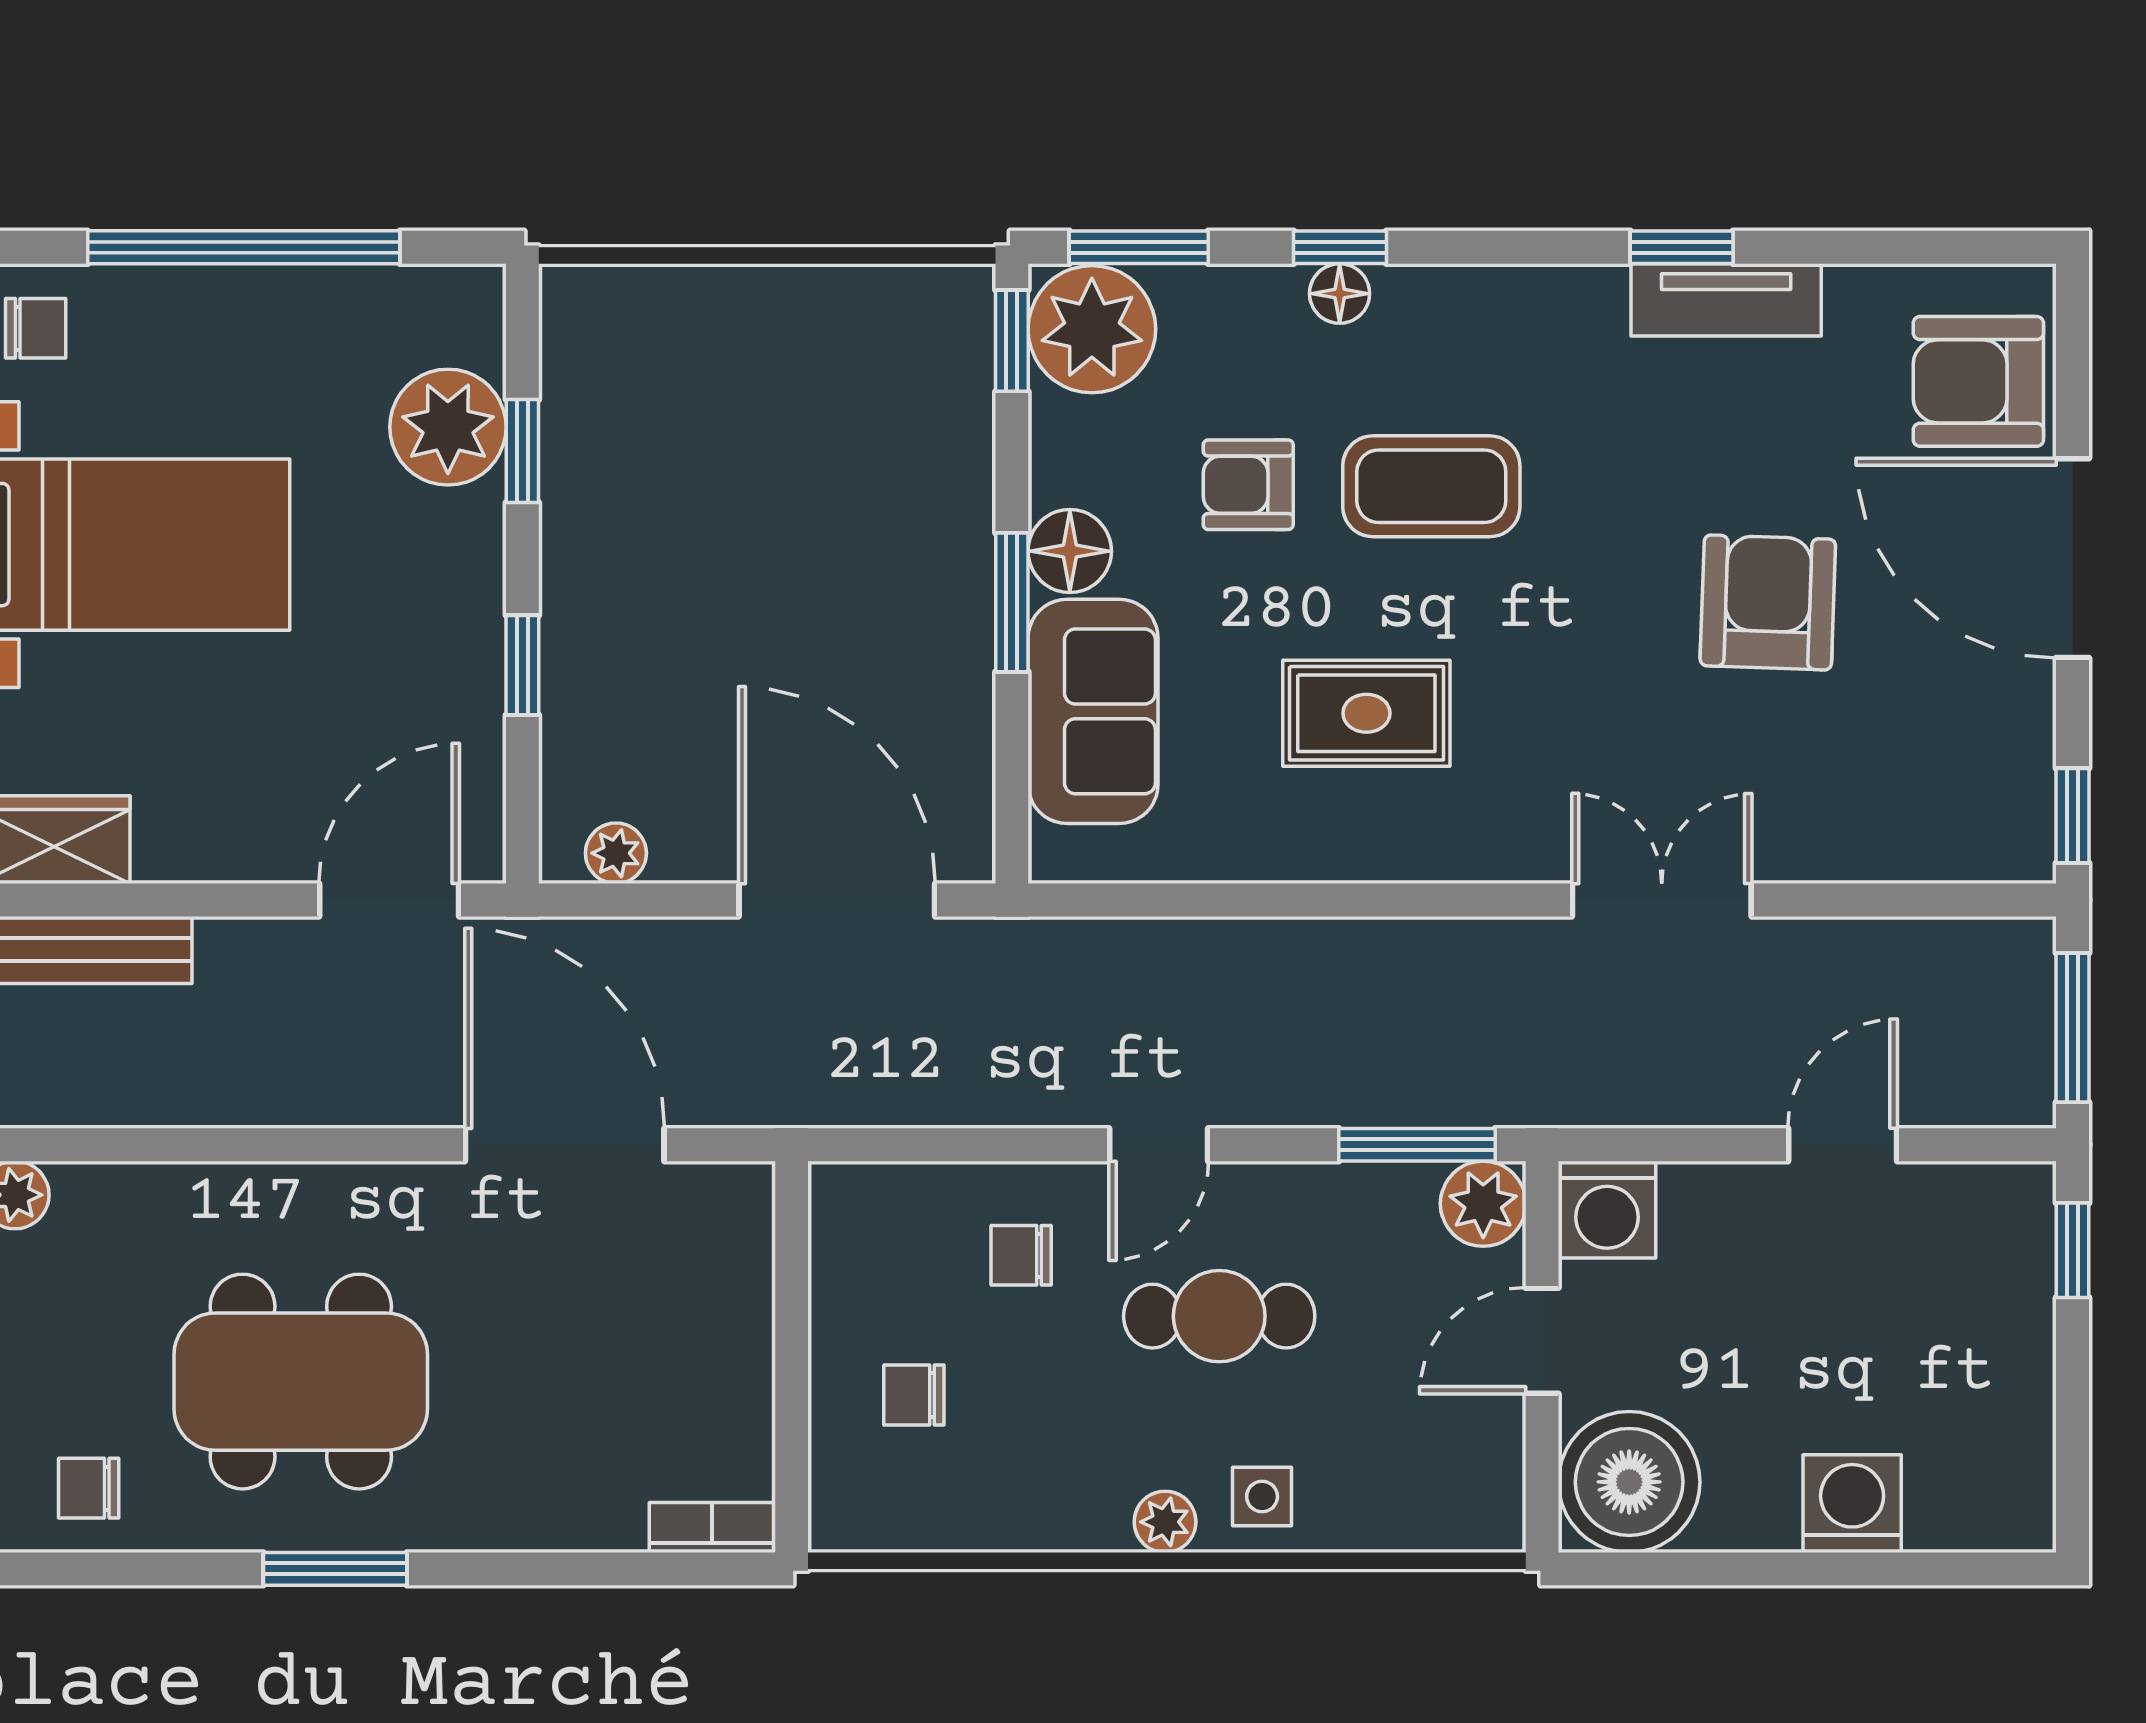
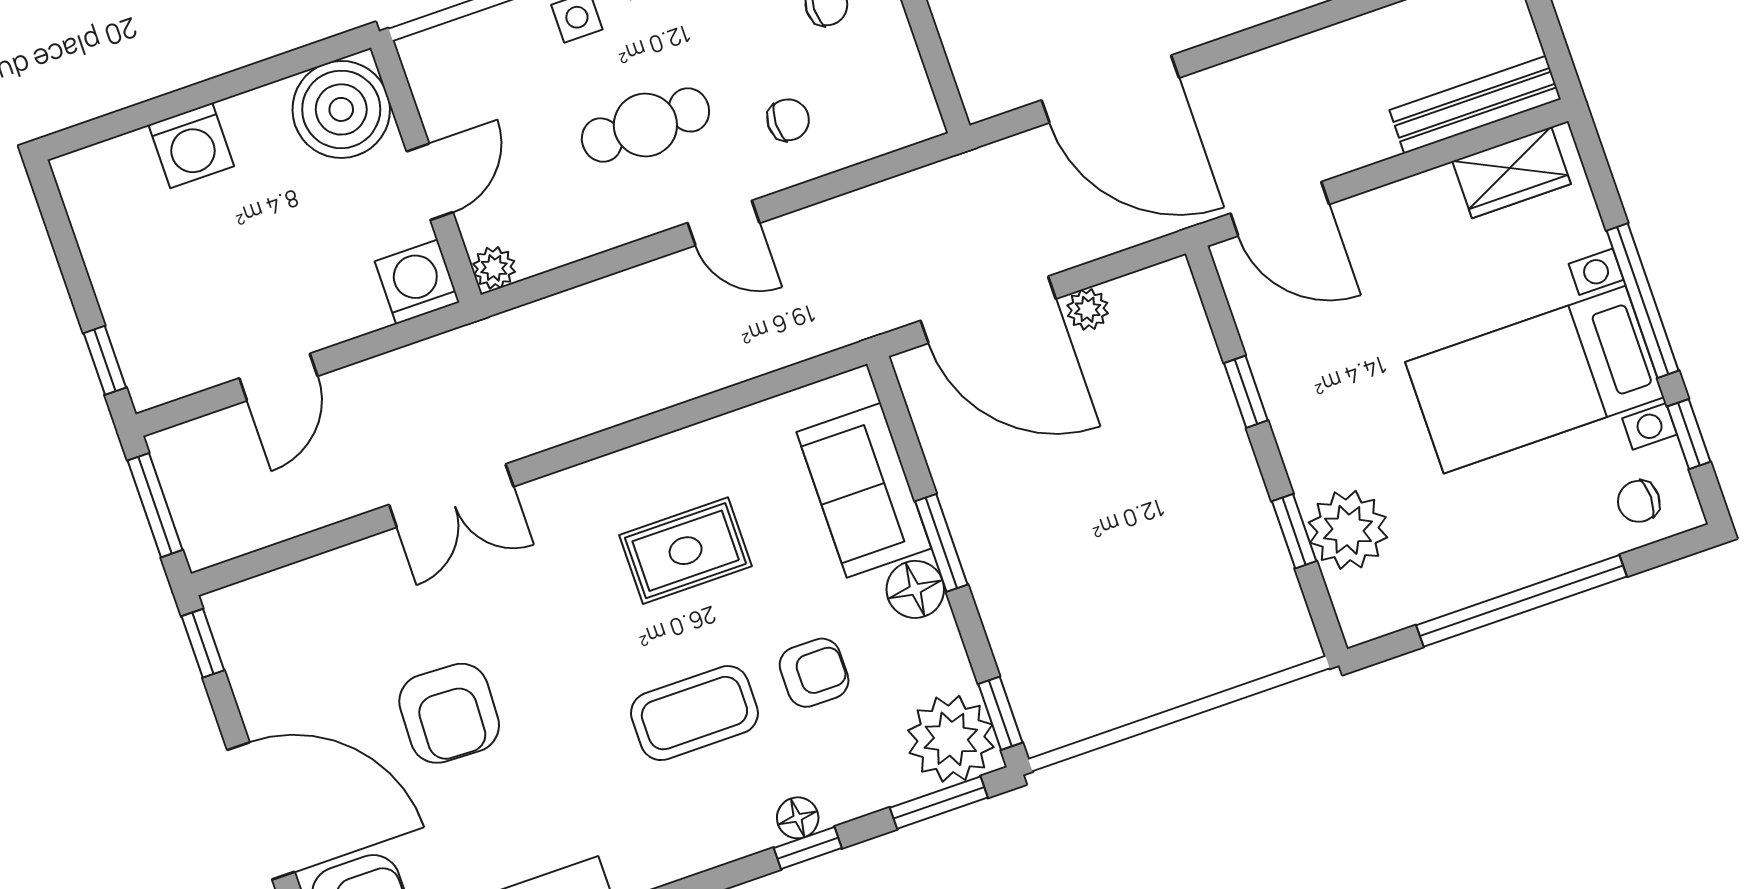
plant: (616, 853) -> (1088, 309), moved
door: (389, 900) -> (1280, 209), hinge flipped
door: (1159, 1145) -> (724, 223), swing flipped
window: (1417, 1145) -> (555, 281), removed
plant: (1483, 1204) -> (494, 268), width x0.73, depth x0.73

